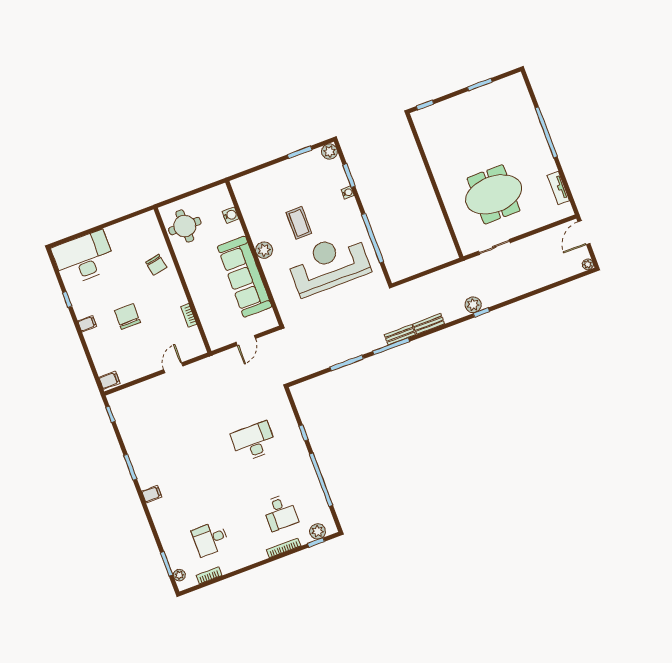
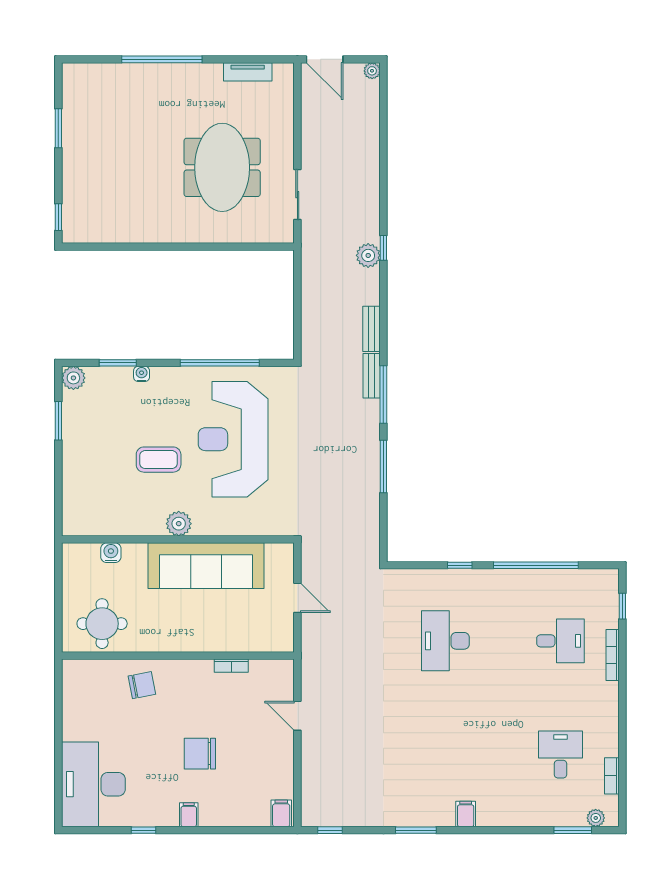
plant: (318, 531) -> (607, 598), removed
desk: (210, 539) -> (560, 754), turned 180

